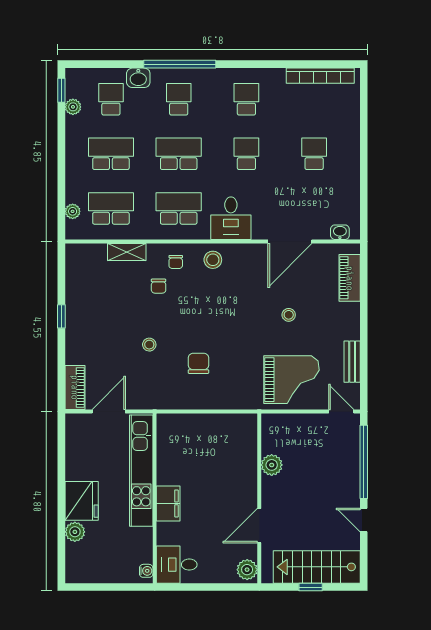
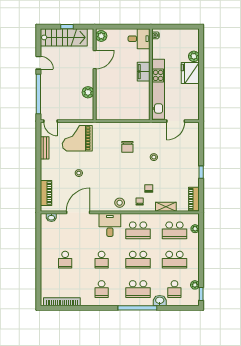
school desk: (179, 99) -> (138, 289), width x1.85
piano: (75, 387) -> (194, 199), moved

